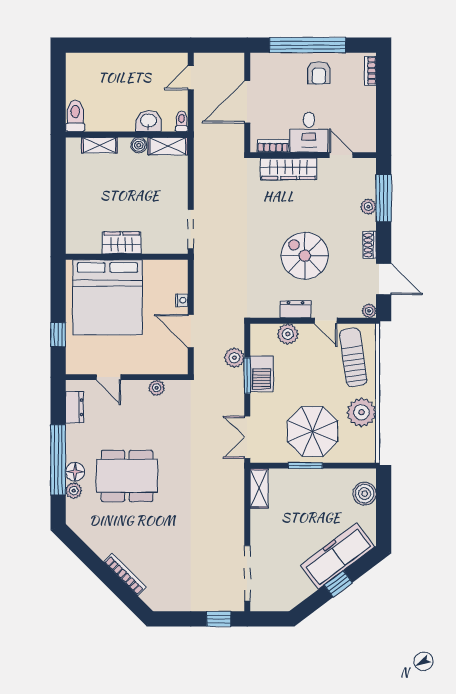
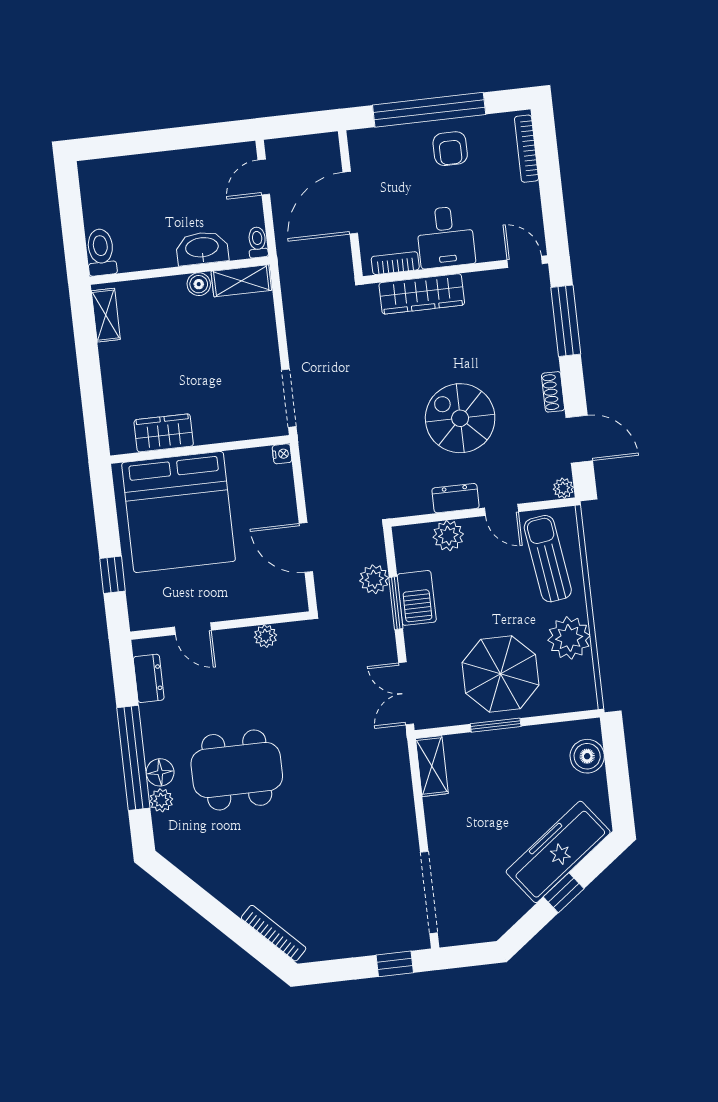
bookcase: (370, 71) -> (526, 149), width x1.56
washbasin: (148, 121) -> (202, 248), width x1.38
shelving: (99, 145) -> (106, 315), moved, turned 90
door: (341, 155) -> (525, 262), moved
plant: (368, 207) -> (545, 336), removed
wardrobe: (122, 243) -> (164, 433), moved
nightstand: (182, 300) -> (282, 454), moved
bookcase: (125, 575) -> (274, 933), moved

